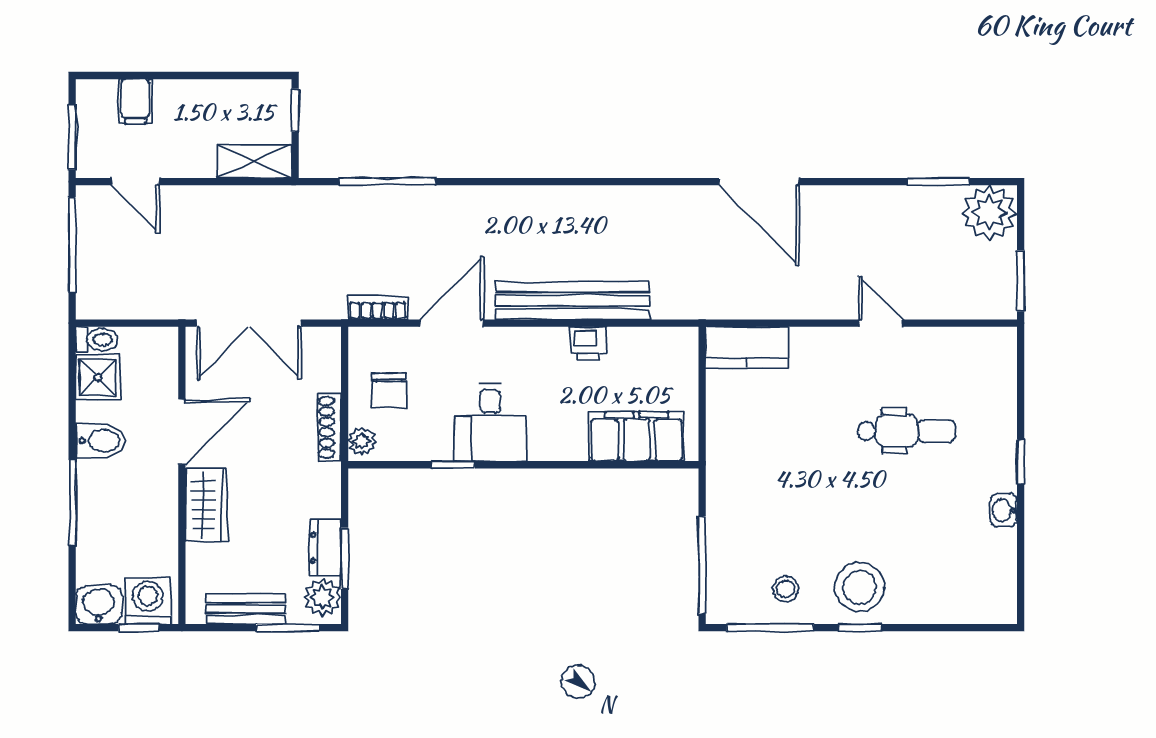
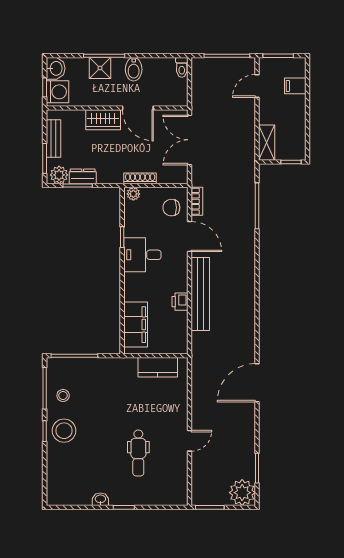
kitchen counter: (747, 347) -> (158, 367), moved, turned -90
shower: (98, 377) -> (100, 68), moved
chair: (389, 391) -> (171, 208), moved

